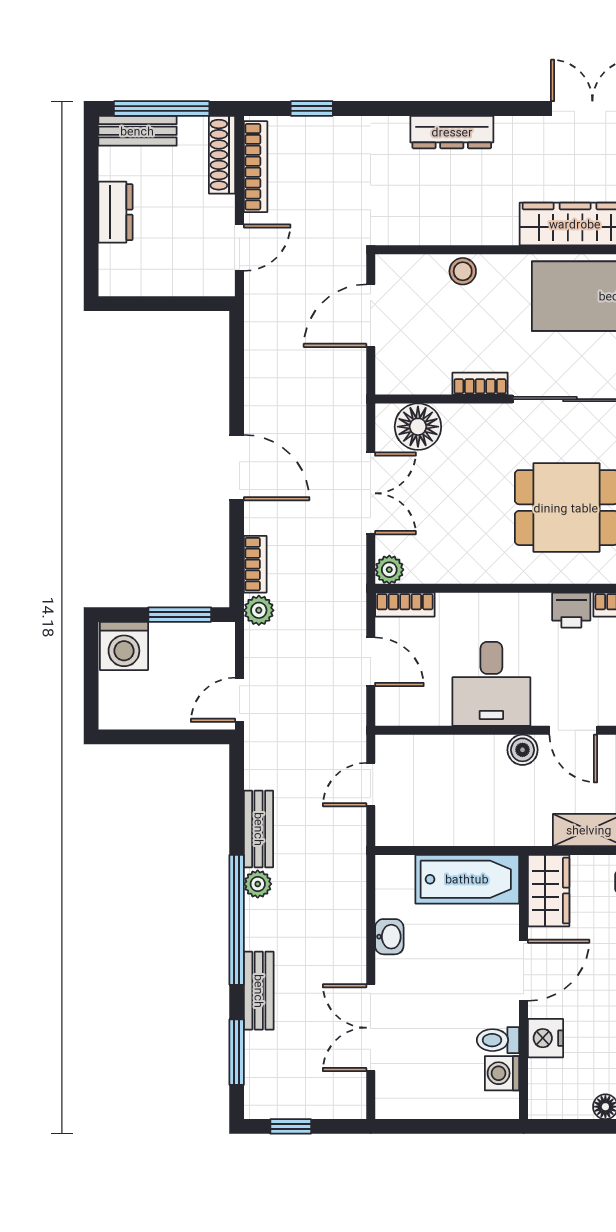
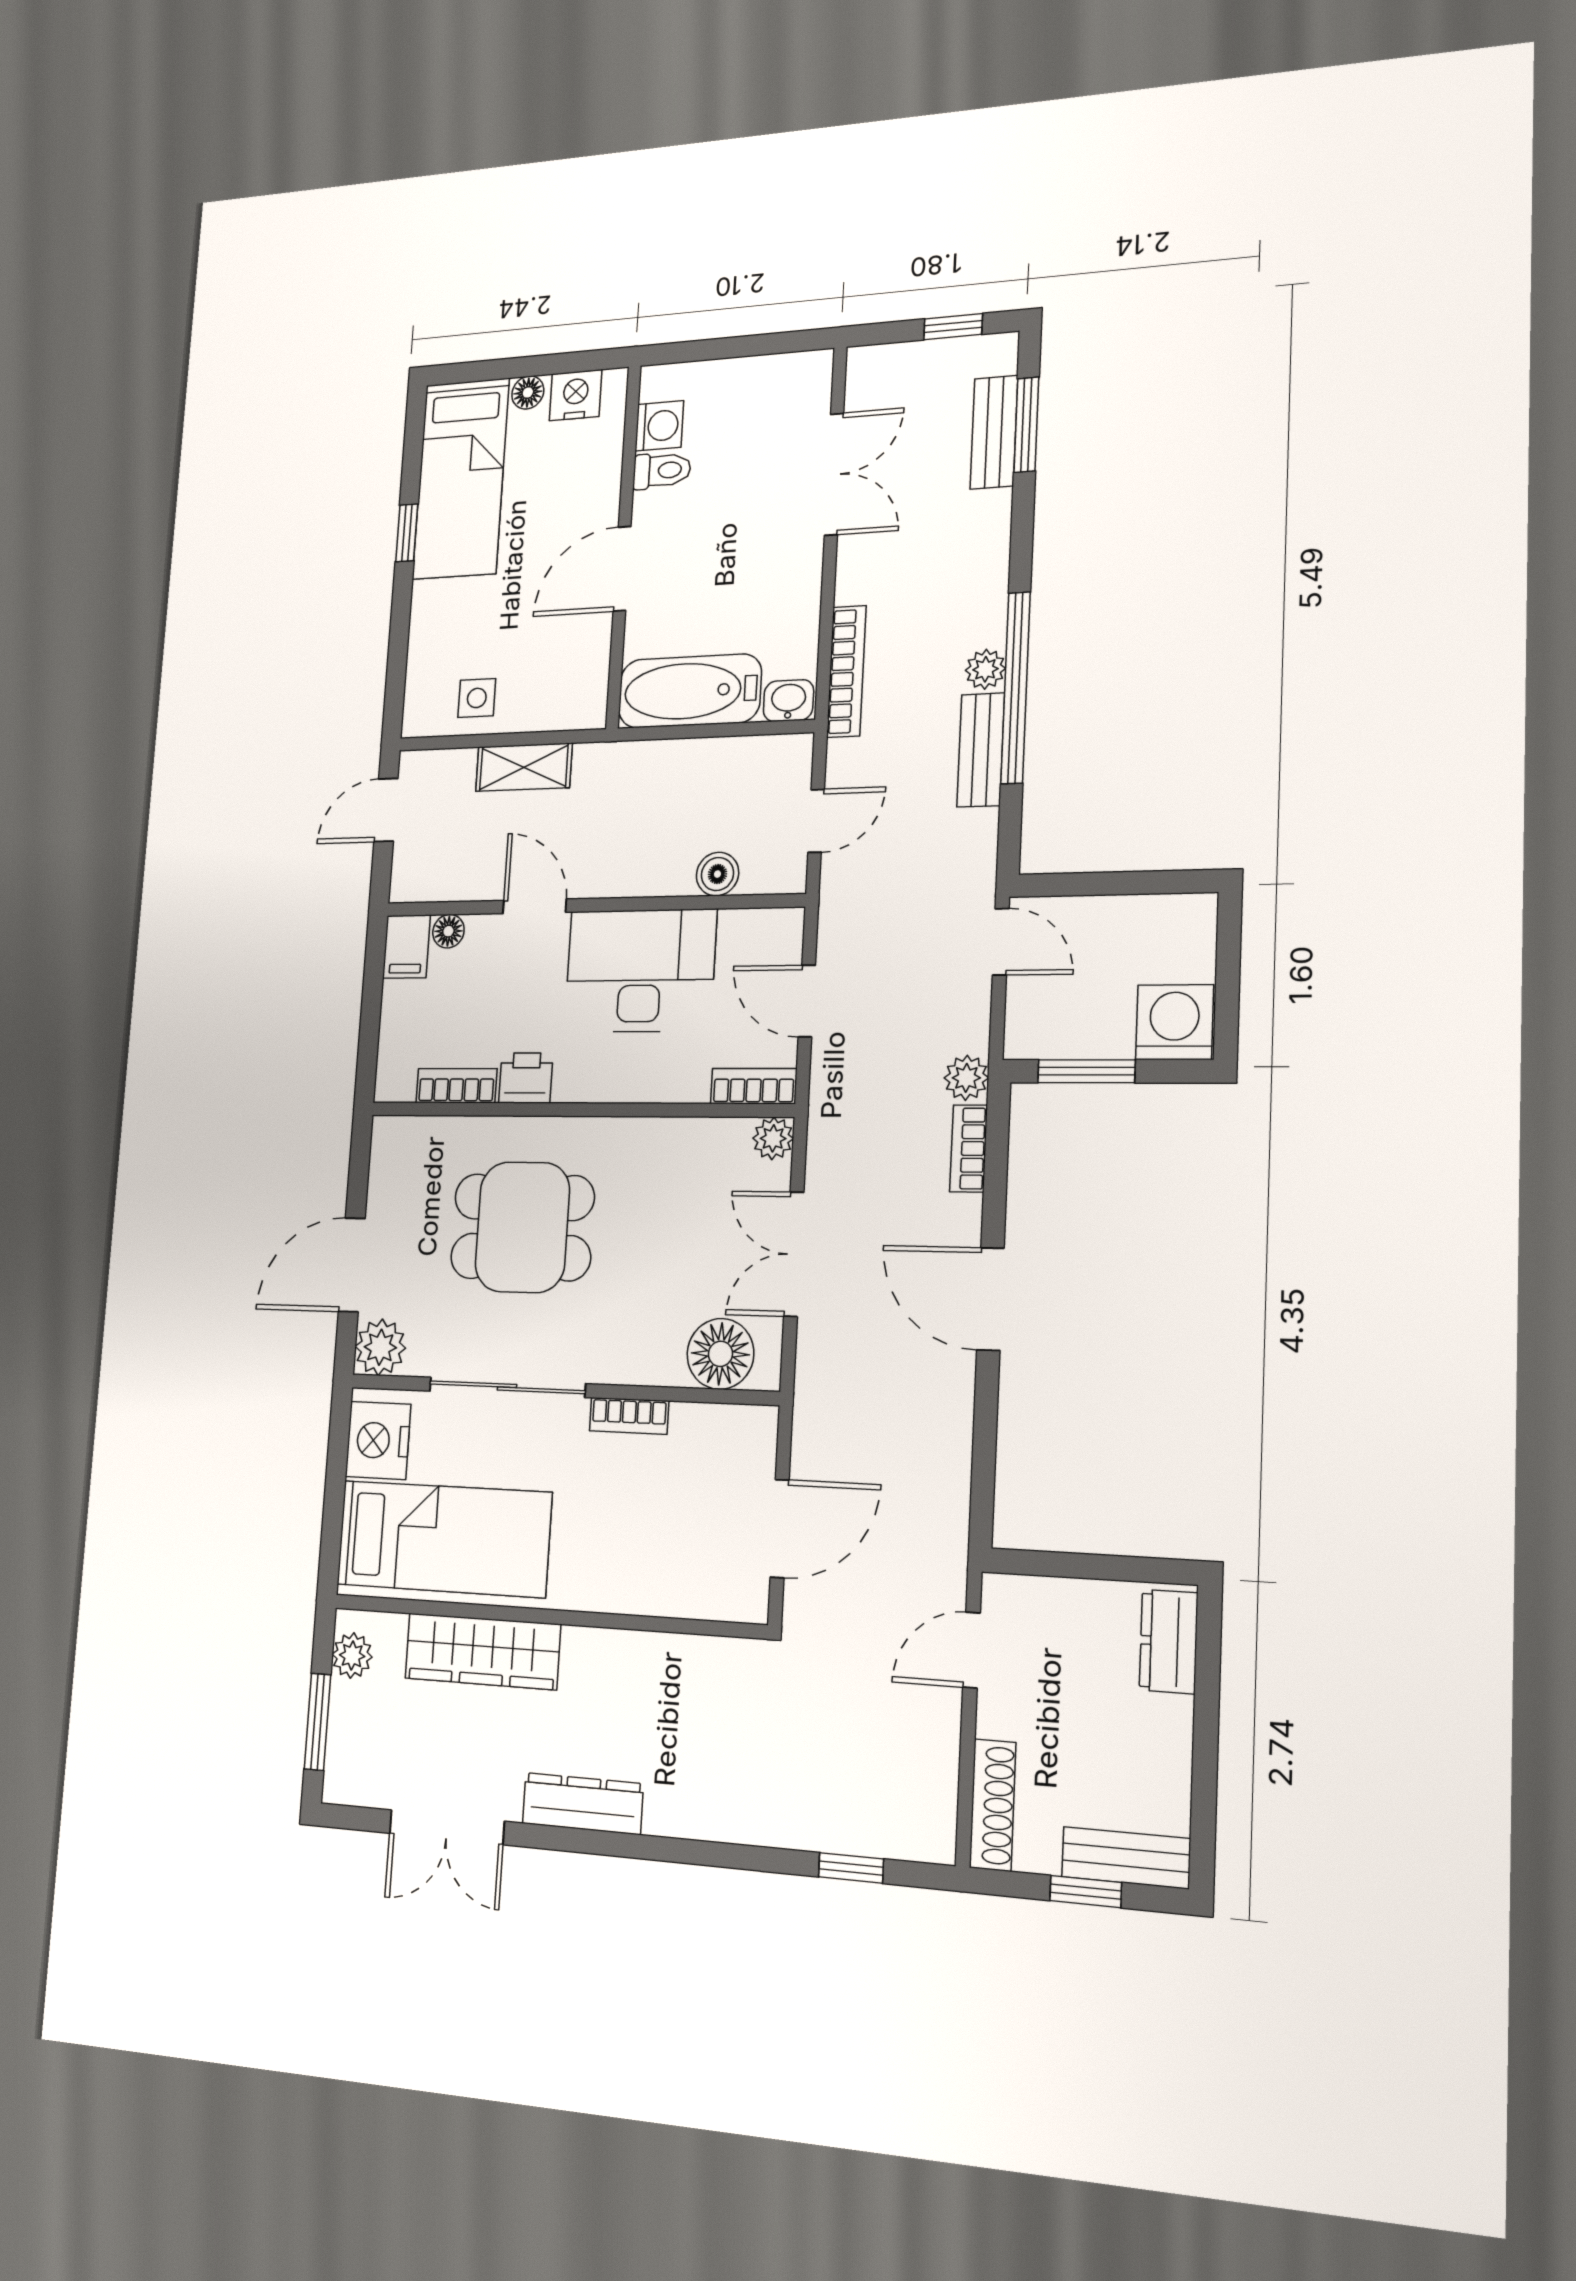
window: (162, 108) -> (1086, 1892), width x0.46
dresser: (452, 132) -> (583, 1804), moved
bookcase: (256, 167) -> (846, 671), moved, turned 180
dresser: (115, 212) -> (1169, 1642), moved
stool: (463, 271) -> (643, 1590), removed
desk: (491, 684) -> (640, 971), width x1.37
door: (240, 700) -> (1001, 942), hinge flipped
boiler: (523, 750) -> (717, 874), moved
wardrobe: (549, 891) -> (582, 681), removed
window: (237, 920) -> (1016, 688), moved
washbasin: (389, 937) -> (788, 701), moved, turned 90
bench: (259, 991) -> (994, 432), moved
nightstand: (546, 1038) -> (576, 395), moved, turned -90

